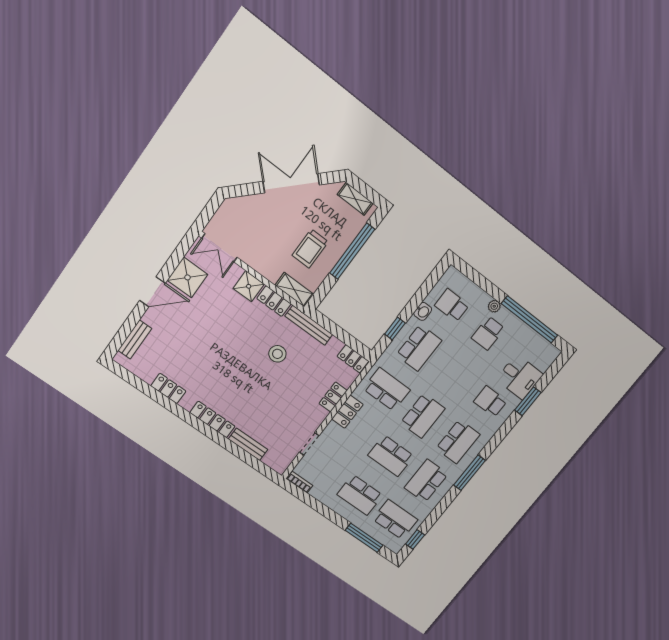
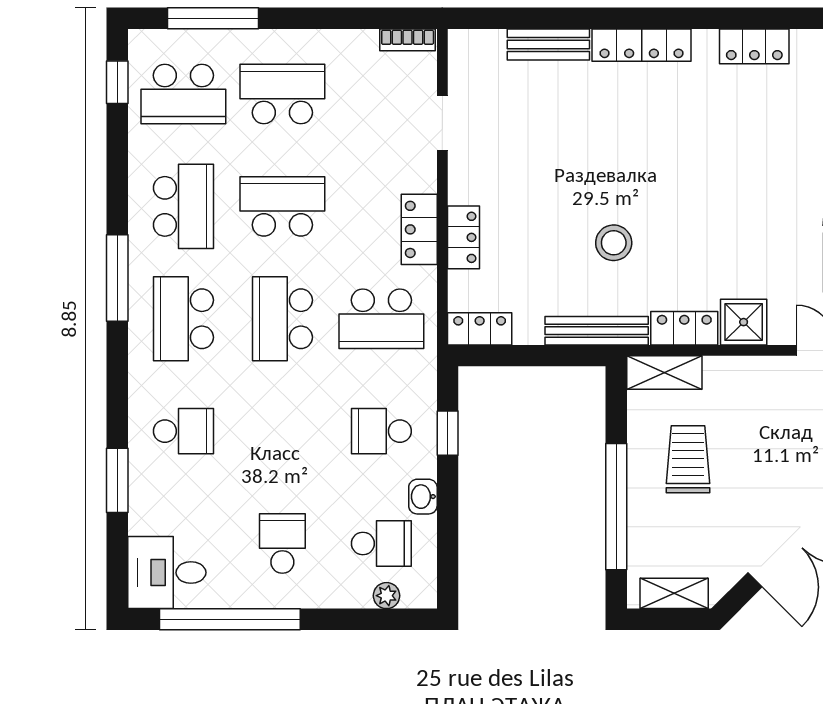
plant: (494, 306) -> (387, 596), moved
school desk: (419, 348) -> (381, 431), width x0.54
desk: (520, 377) -> (167, 573), moved

